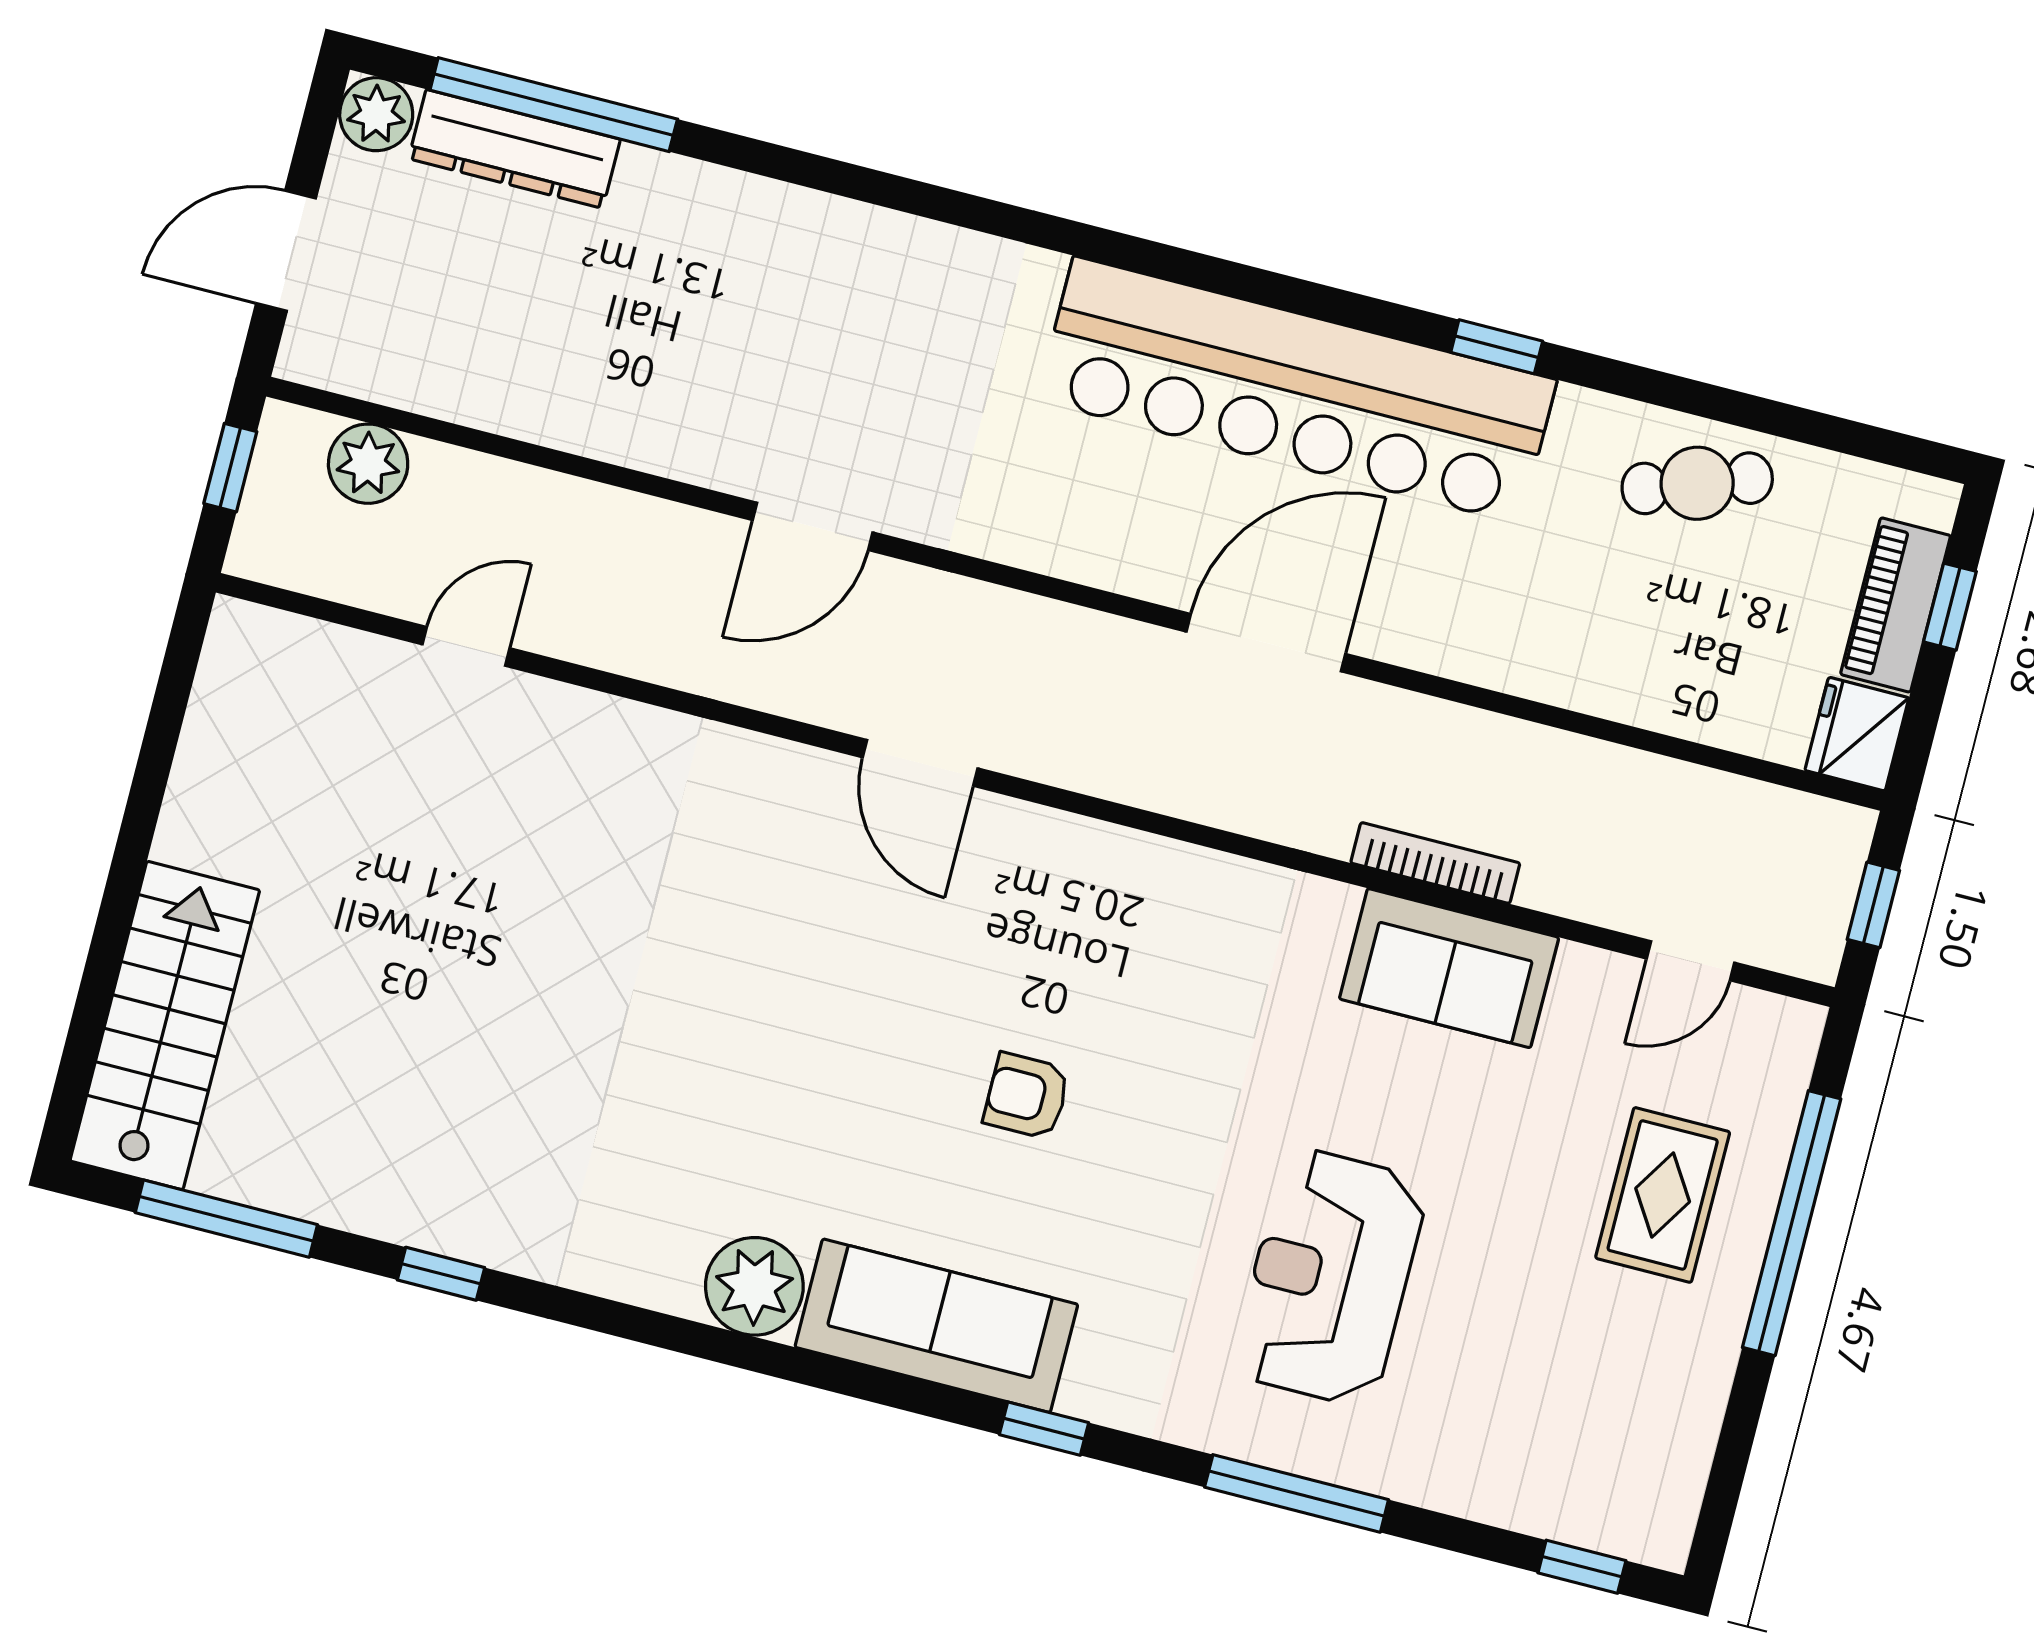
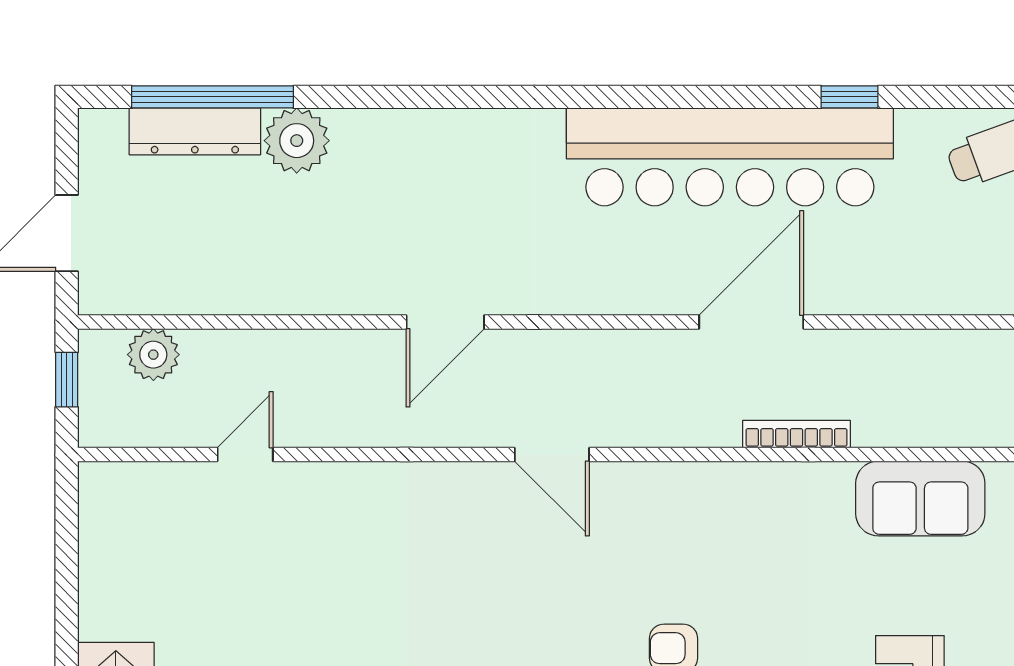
plant: (376, 114) -> (297, 141), moved, width x1.36, depth x1.36
bookcase: (1435, 863) -> (796, 434), moved

